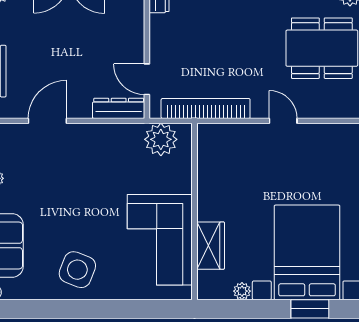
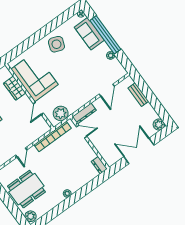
door: (283, 121) -> (21, 153), hinge flipped
door: (195, 177) -> (38, 109), added

